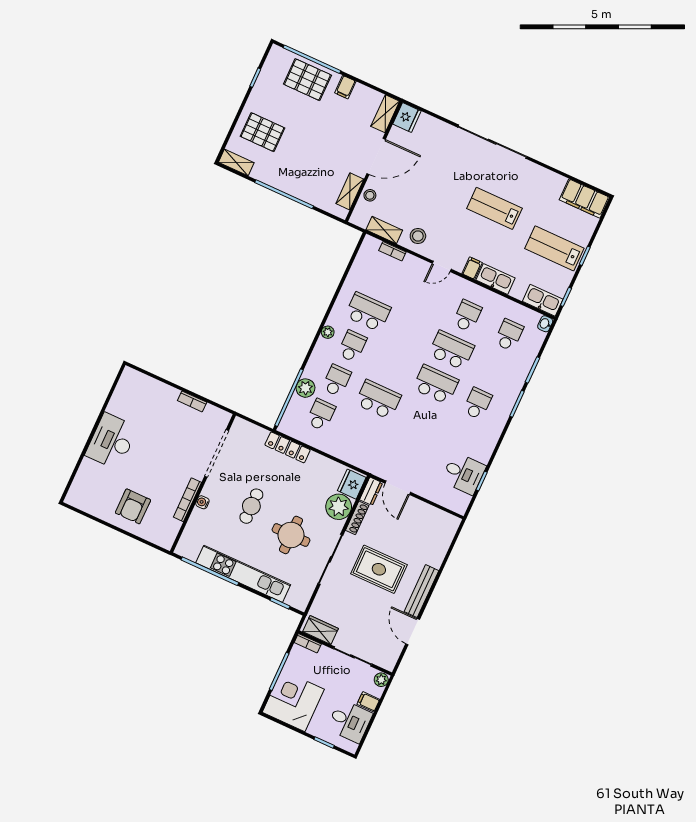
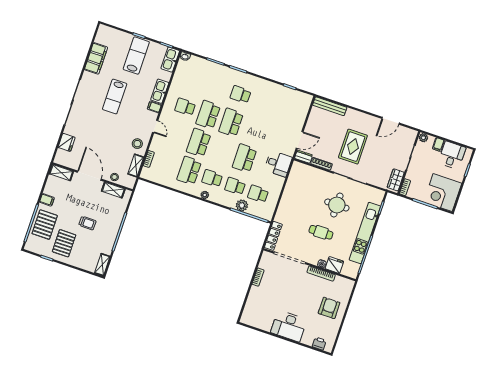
fridge: (407, 118) -> (67, 142), moved, turned 90
pallet: (262, 132) -> (64, 243), moved
trolley: (303, 146) -> (87, 223), added
filing cabinet: (584, 199) -> (96, 58), moved
lab bench: (554, 248) -> (136, 56), turned 180
school desk: (509, 335) -> (199, 143), moved, width x1.85
locker: (288, 447) -> (273, 236), moved
desk: (464, 473) -> (278, 164), moved, turned 90
fridge: (352, 484) -> (334, 265), moved, turned 180
printer: (79, 486) -> (319, 344), added
armchair: (133, 506) -> (329, 308), turned -90
plant: (339, 507) -> (316, 176), removed
bench: (421, 591) -> (330, 106), moved

